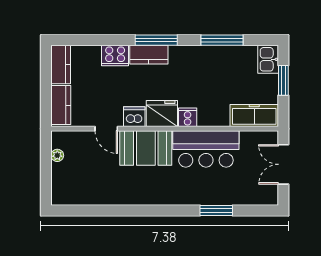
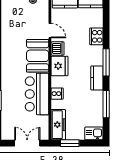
kitchen counter: (149, 55) -> (97, 78), moved
window: (283, 80) -> (70, 143), moved
cooker: (188, 117) -> (57, 94), moved
door: (106, 129) -> (50, 31), swing flipped

